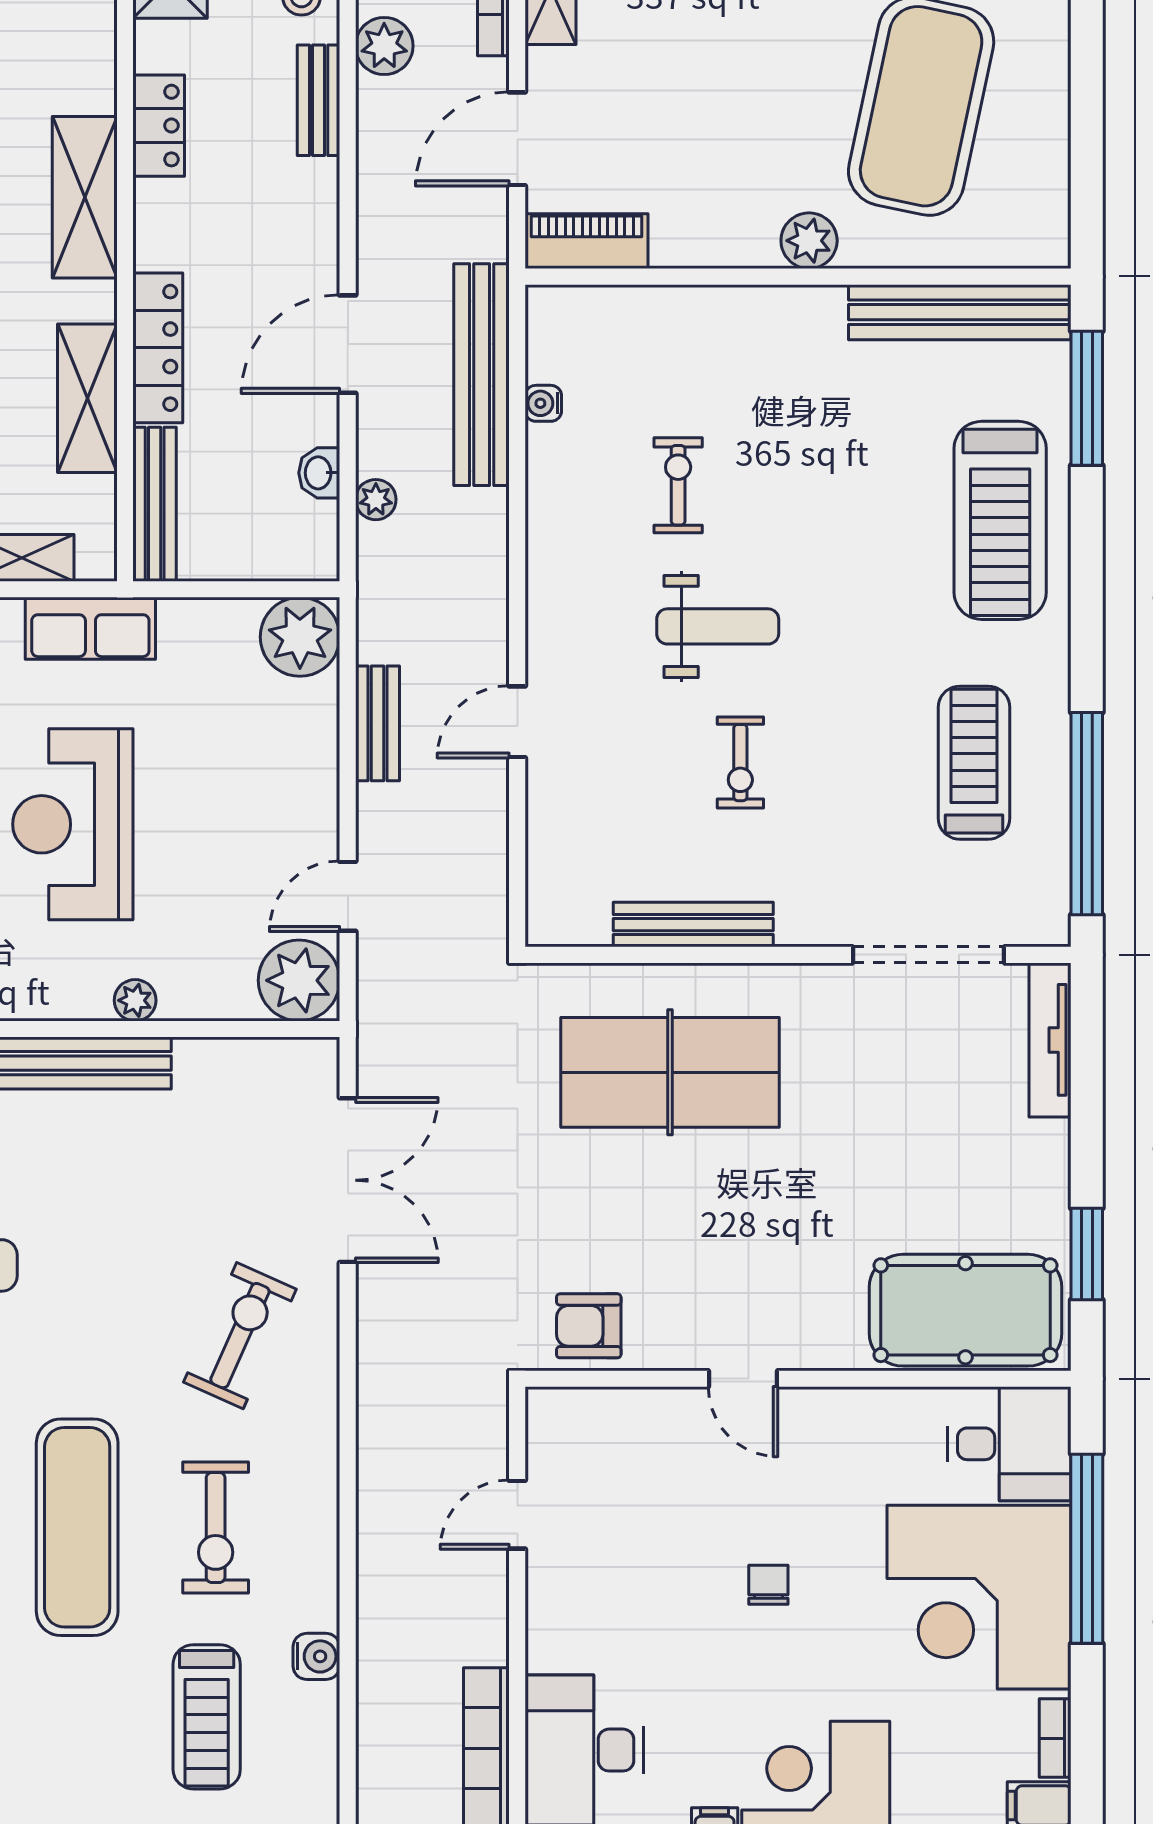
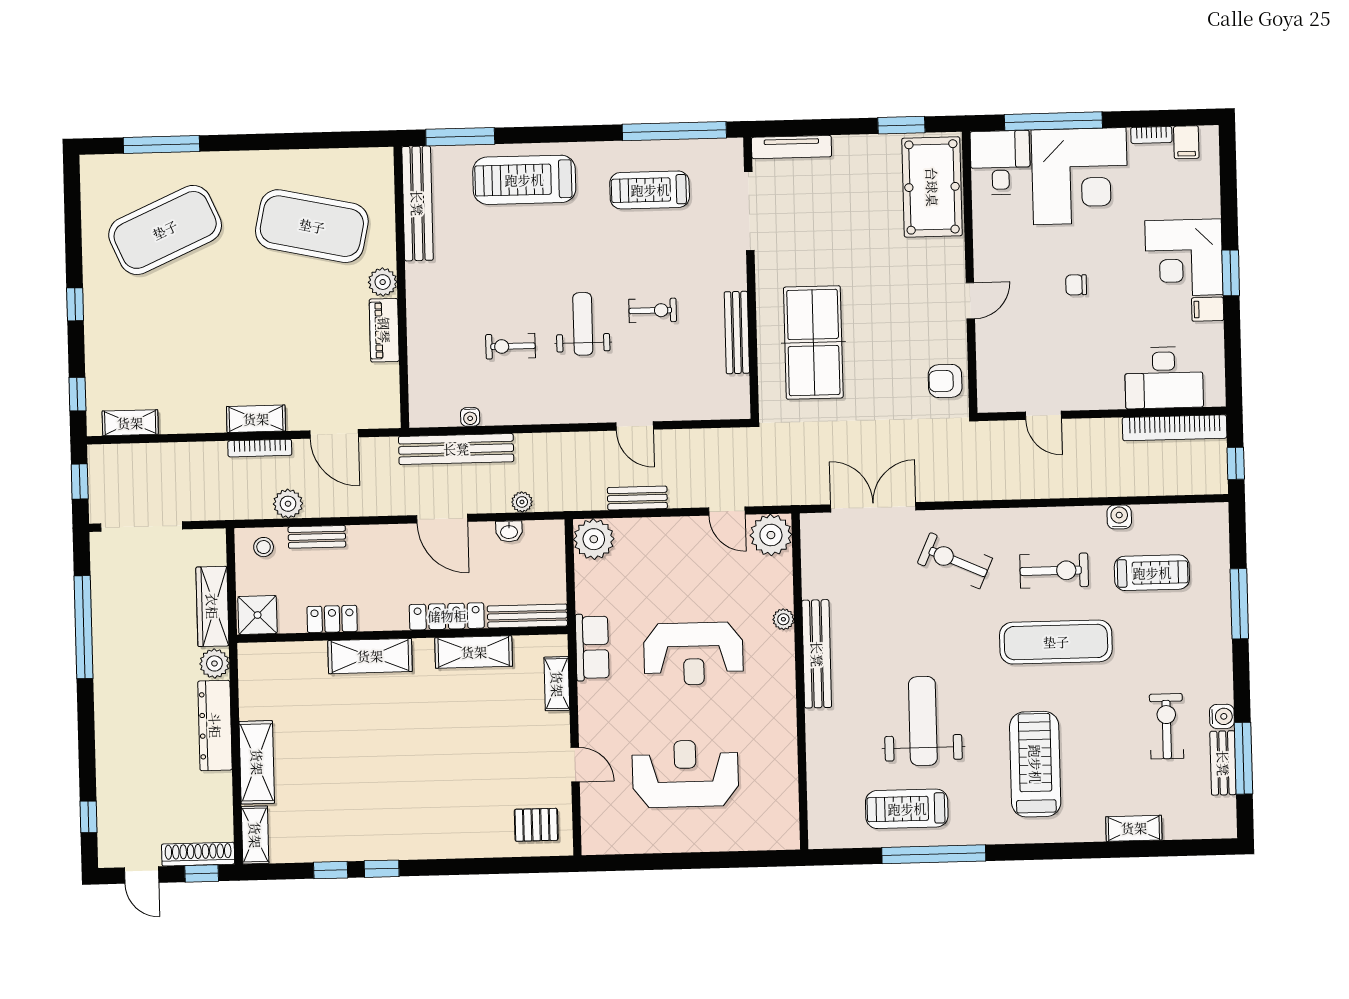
piano: (586, 241) -> (384, 330), moved
treadmill: (1000, 520) -> (524, 180), turned 180
armchair: (589, 1326) -> (945, 381), turned 90

